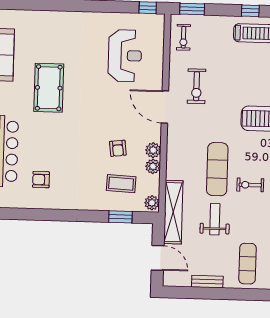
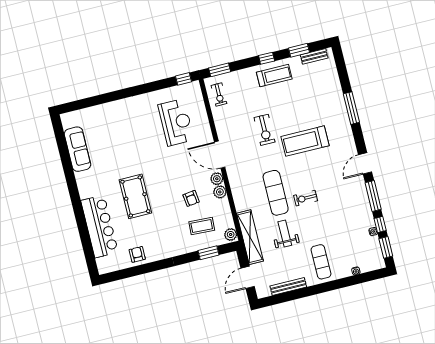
exercise bike: (196, 86) -> (265, 130), moved
pool table: (49, 88) -> (135, 196), moved
plant: (153, 166) -> (217, 179), moved
armchair: (41, 180) -> (137, 254), moved, turned 90
door: (158, 258) -> (248, 277), swing flipped
bench: (207, 282) -> (288, 286), width x1.36

